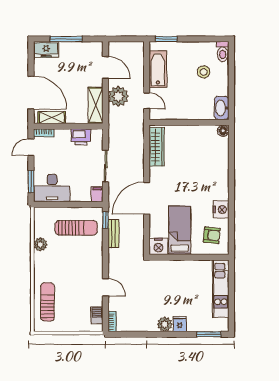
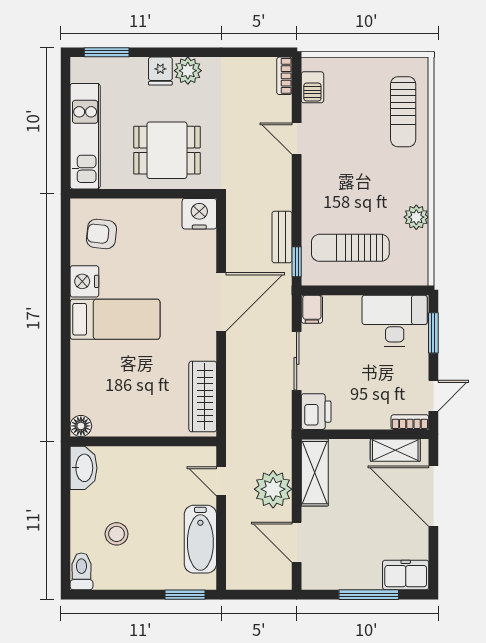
printer: (81, 137) -> (316, 412), moved, turned 90
bed: (180, 230) -> (115, 319), moved, turned -90
dining table: (176, 281) -> (167, 150), added

